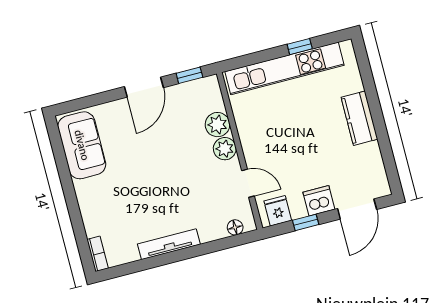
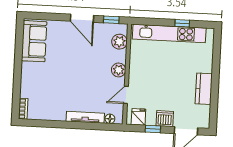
door: (144, 87) -> (82, 18), hinge flipped
kitchen counter: (359, 118) -> (204, 89), moved
plant: (217, 125) -> (119, 42), moved
door: (248, 183) -> (126, 95), swing flipped
tv unit: (169, 244) -> (85, 117), moved

